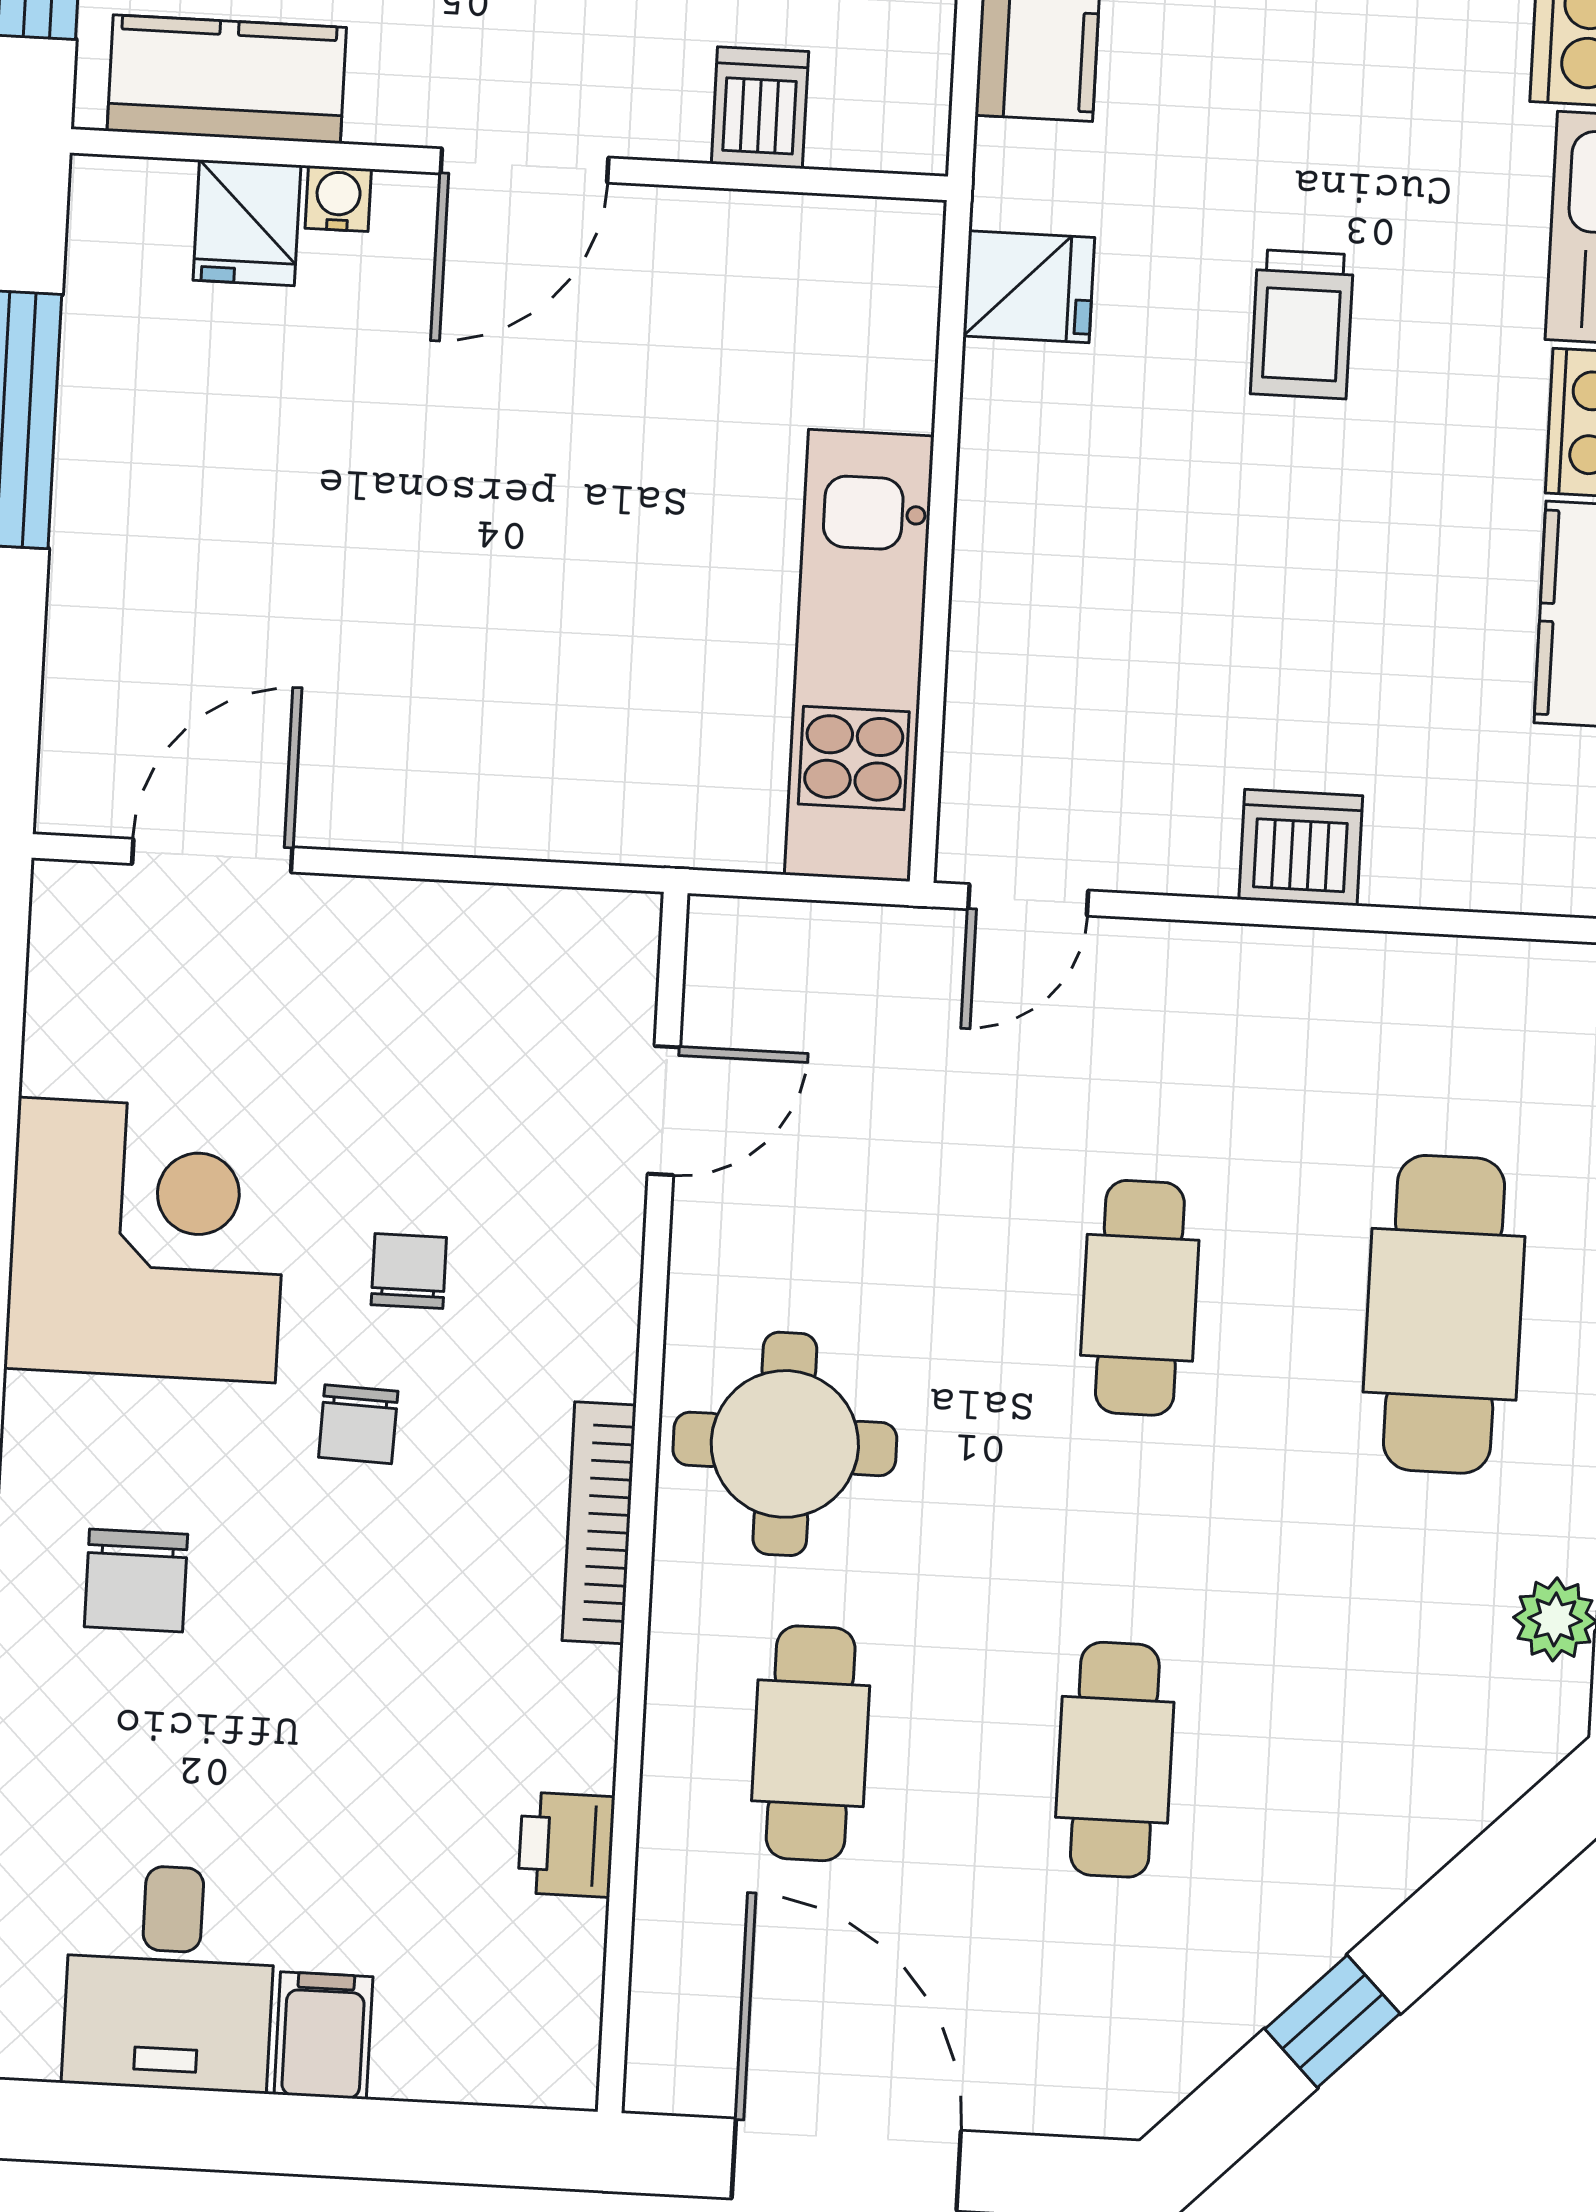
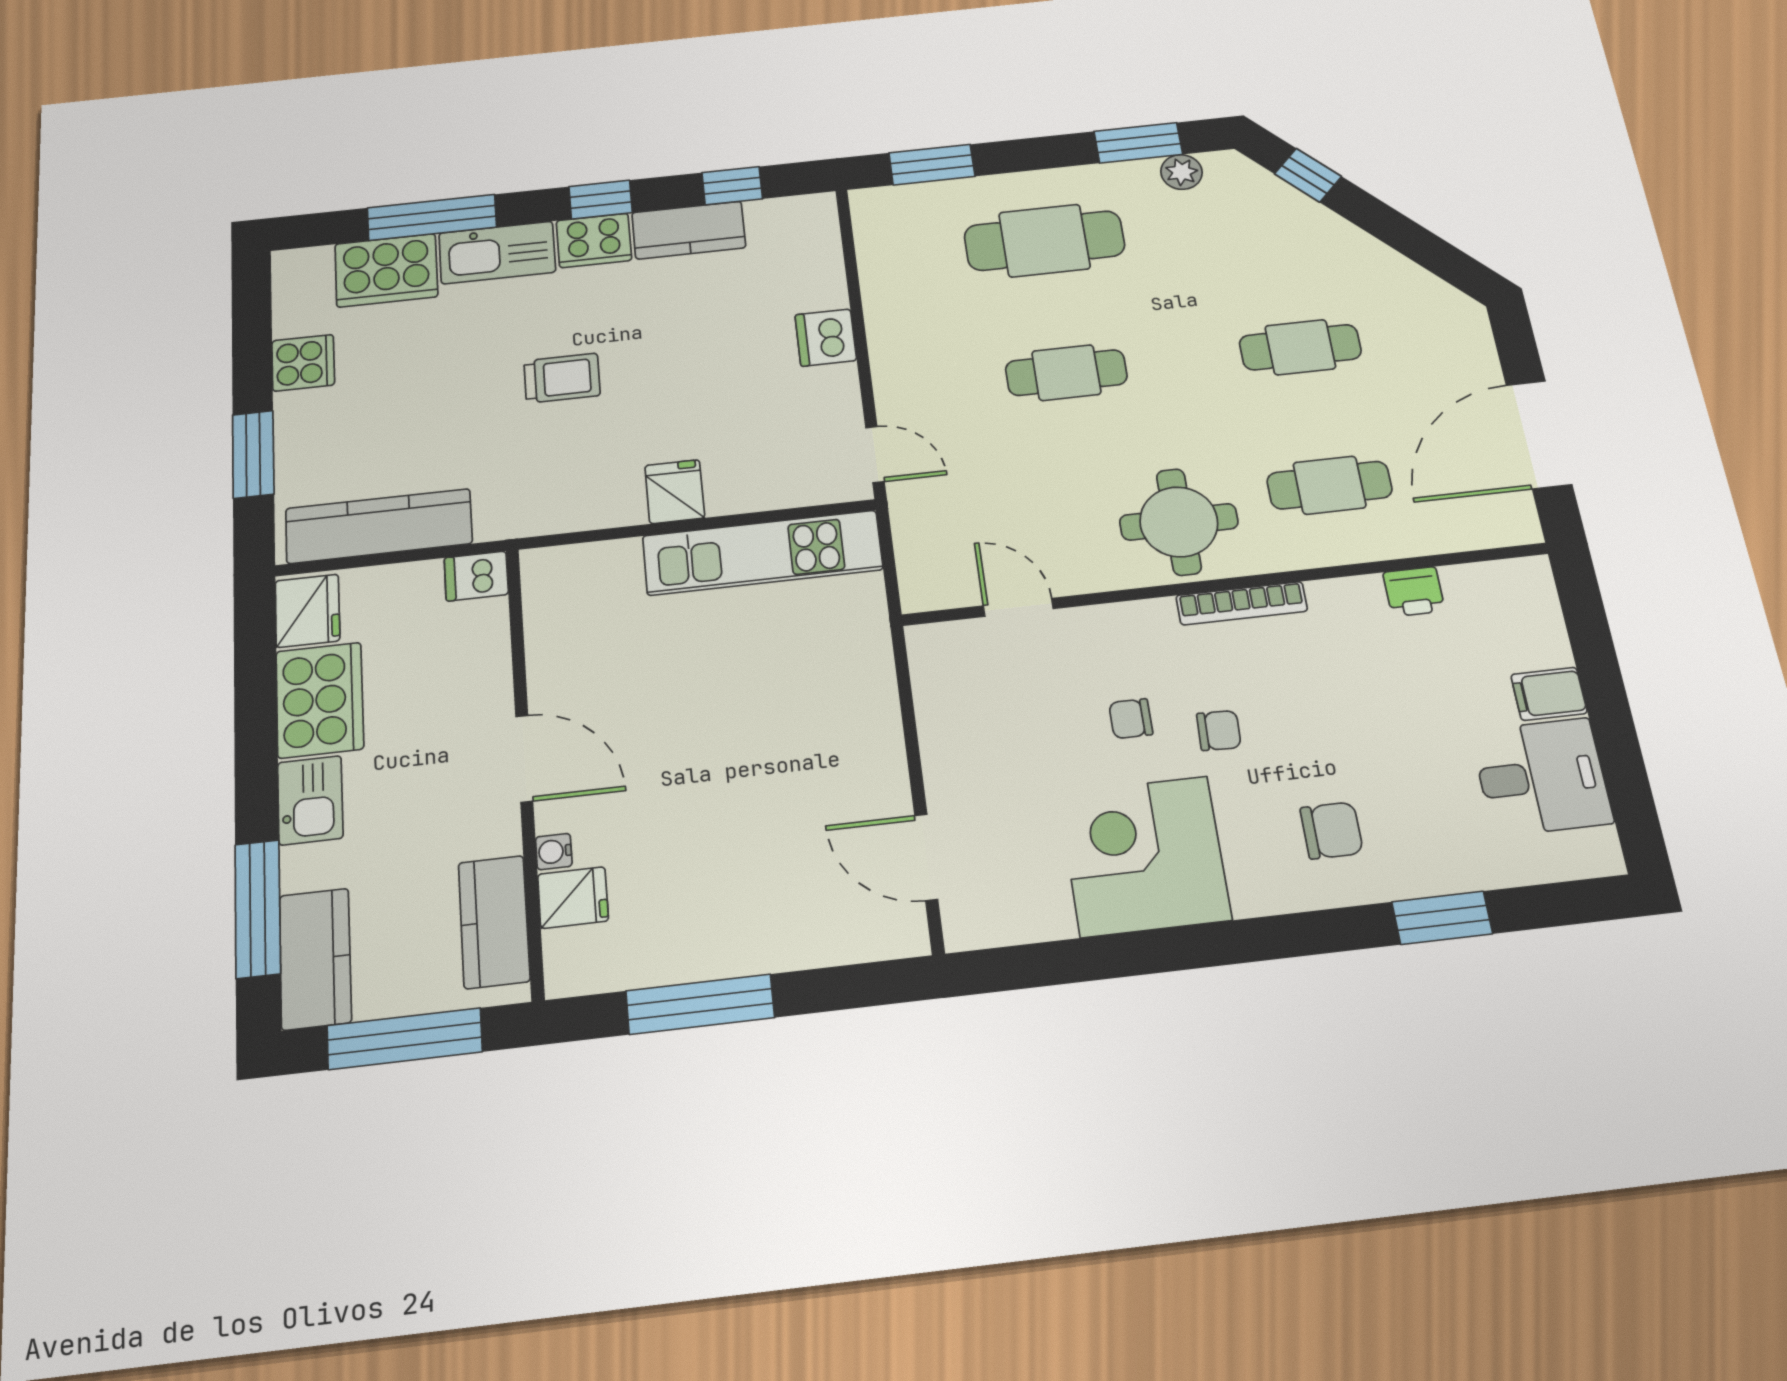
dishwasher: (760, 108) -> (476, 576), moved
fridge: (1029, 287) -> (675, 492), moved
window: (1332, 2021) -> (1308, 175), moved

